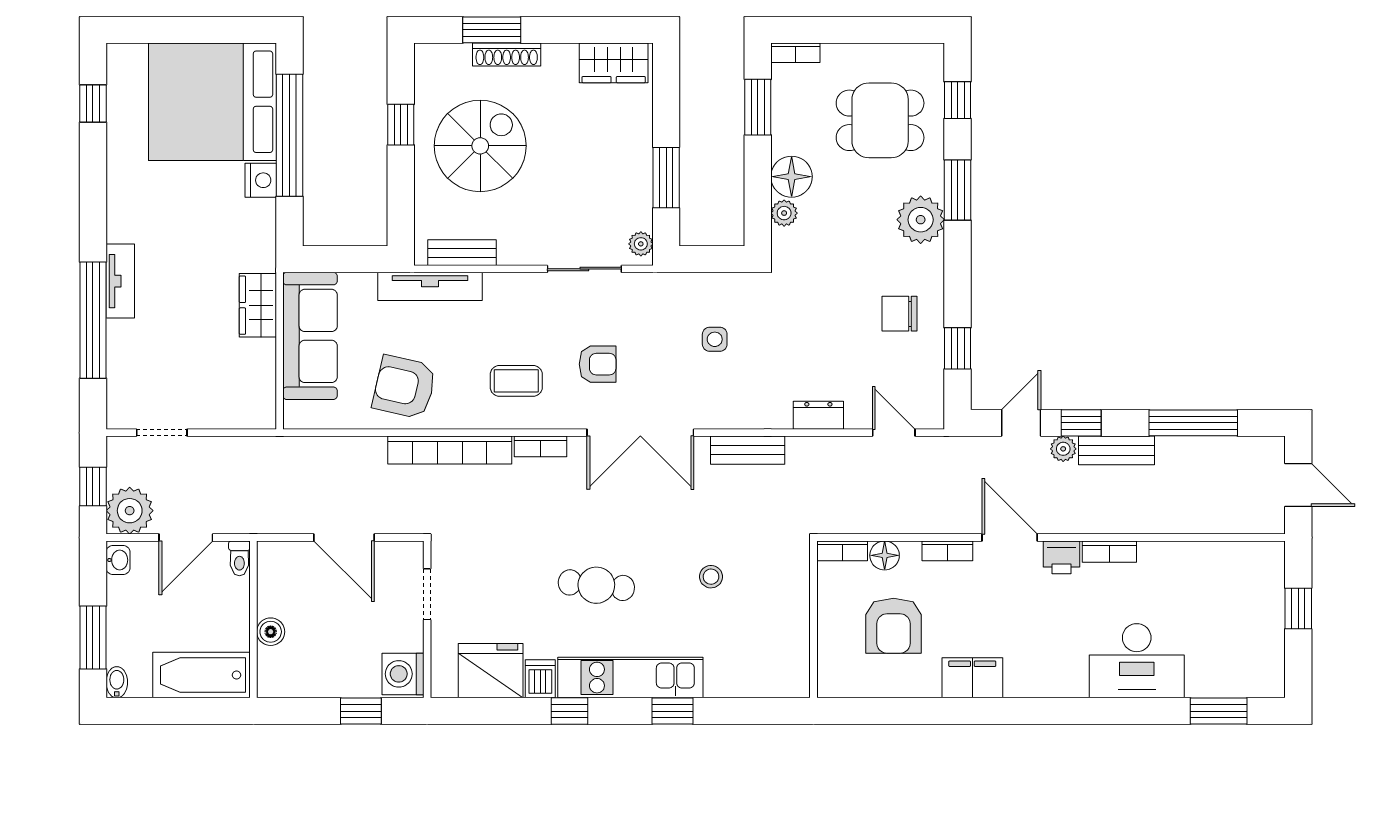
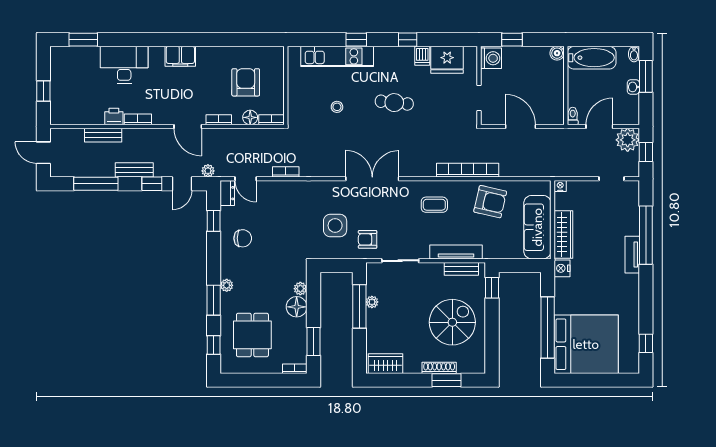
dining table: (880, 120) -> (252, 335), turned 90
window: (401, 125) -> (492, 288), moved
spiral stairs: (480, 146) -> (452, 322), turned 180
window: (666, 178) -> (359, 306), width x1.44
nightstand: (261, 180) -> (562, 268), moved
plant: (921, 220) -> (227, 285), width x0.53, depth x0.53
plant: (641, 244) -> (372, 302), moved
tv unit: (430, 286) -> (456, 252), moved
wardrobe: (258, 305) -> (563, 235), width x1.50
side table: (715, 339) -> (335, 226), width x1.87, depth x1.87
armchair: (598, 364) -> (368, 239), moved
dresser: (818, 415) -> (227, 193), moved, turned -90
nightstand: (264, 418) -> (560, 186), added
bookcase: (541, 446) -> (286, 172), moved
plant: (1063, 449) -> (208, 171), moved
bench: (748, 450) -> (103, 135), moved
printer: (1061, 557) -> (114, 117), moved
washbasin: (118, 560) -> (633, 87), moved
boiler: (271, 632) -> (557, 53), moved
kitchen unit: (630, 678) -> (337, 56), moved
filing cabinet: (972, 678) -> (180, 56), moved

